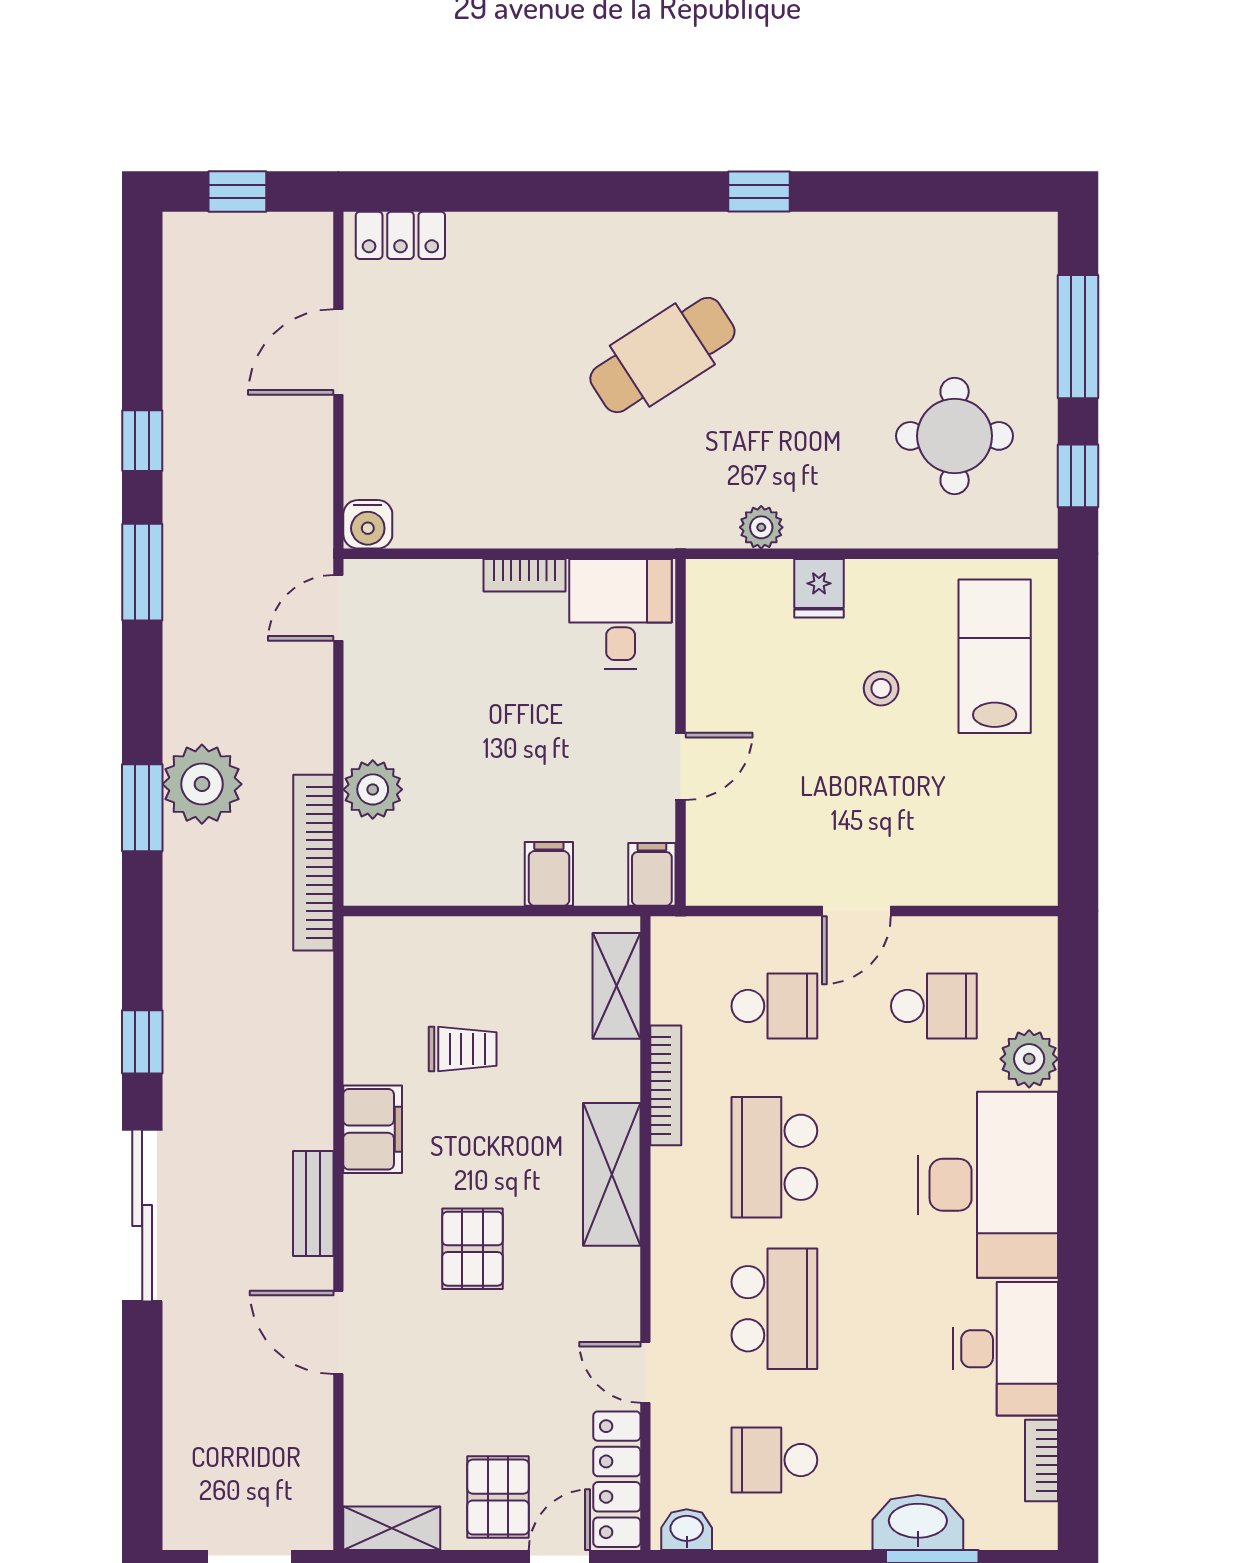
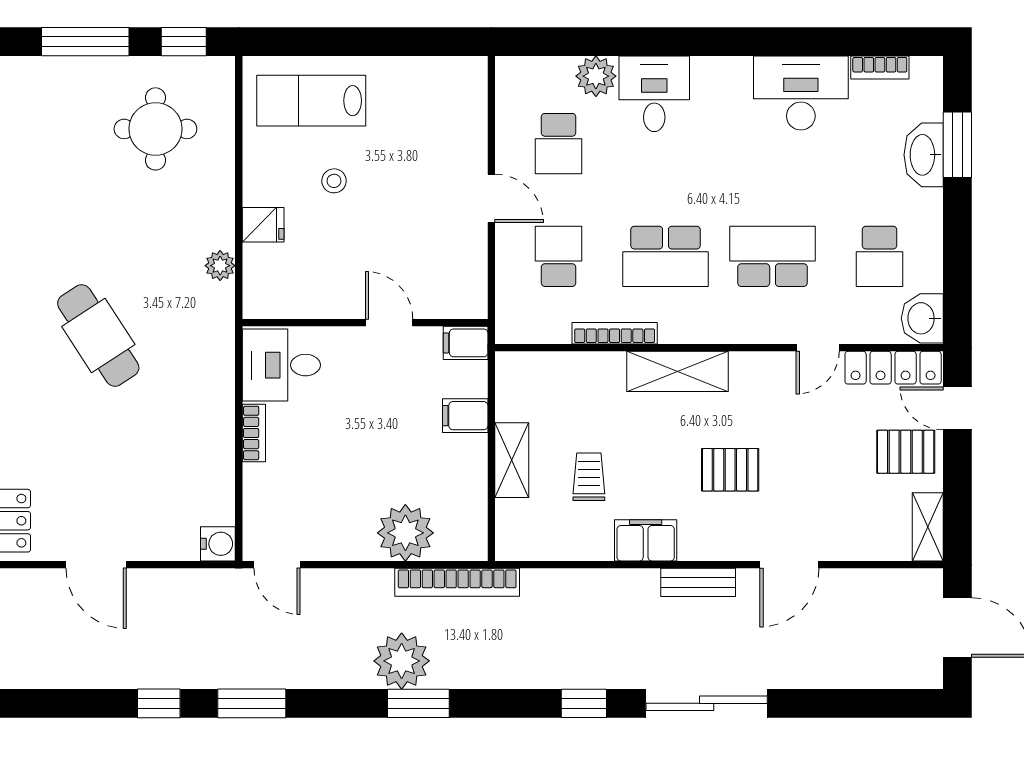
plant: (373, 789) -> (405, 533), width x1.36, depth x1.36
shelving: (616, 986) -> (512, 460), moved, turned 90
school desk: (934, 1006) -> (558, 144), turned 180
desk: (988, 1185) -> (654, 94), width x0.53, depth x0.77
washbasin: (687, 1530) -> (922, 318), width x1.38, depth x1.45

